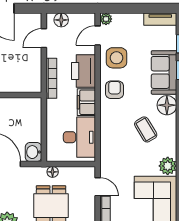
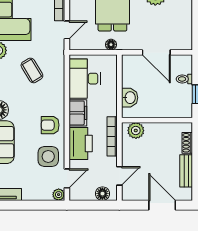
plant: (27, 84) -> (136, 130), added
armchair: (115, 90) -> (50, 125), turned 90
coffee table: (146, 129) -> (32, 70), moved
washbasin: (33, 152) -> (130, 98), moved
door: (98, 187) -> (67, 30), swing flipped

